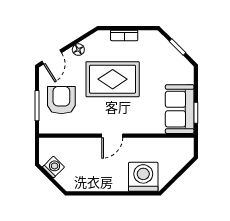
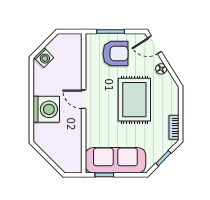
bookcase: (124, 35) -> (174, 127), moved
sofa: (180, 109) -> (115, 160), width x1.36
washing machine: (53, 167) -> (44, 58), moved
washing machine: (143, 177) -> (46, 109), moved

